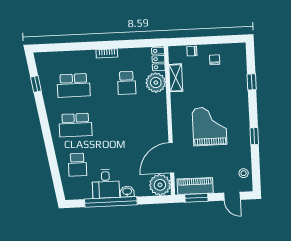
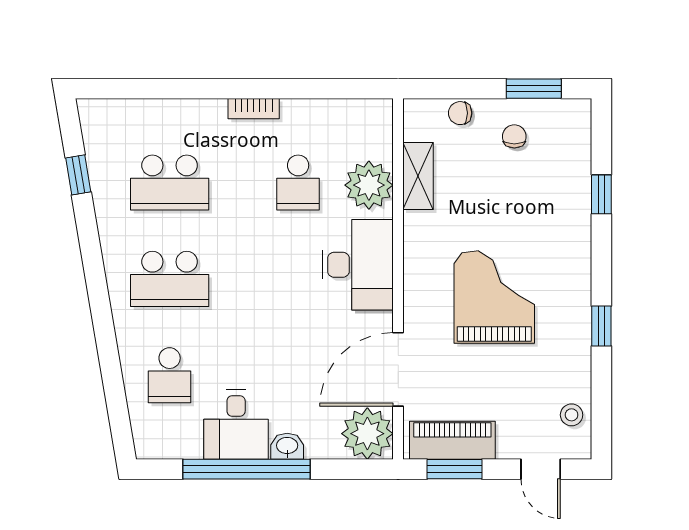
window: (222, 40) -> (534, 89), added
locker: (158, 59) -> (378, 128), removed
desk: (153, 116) -> (358, 265), added

